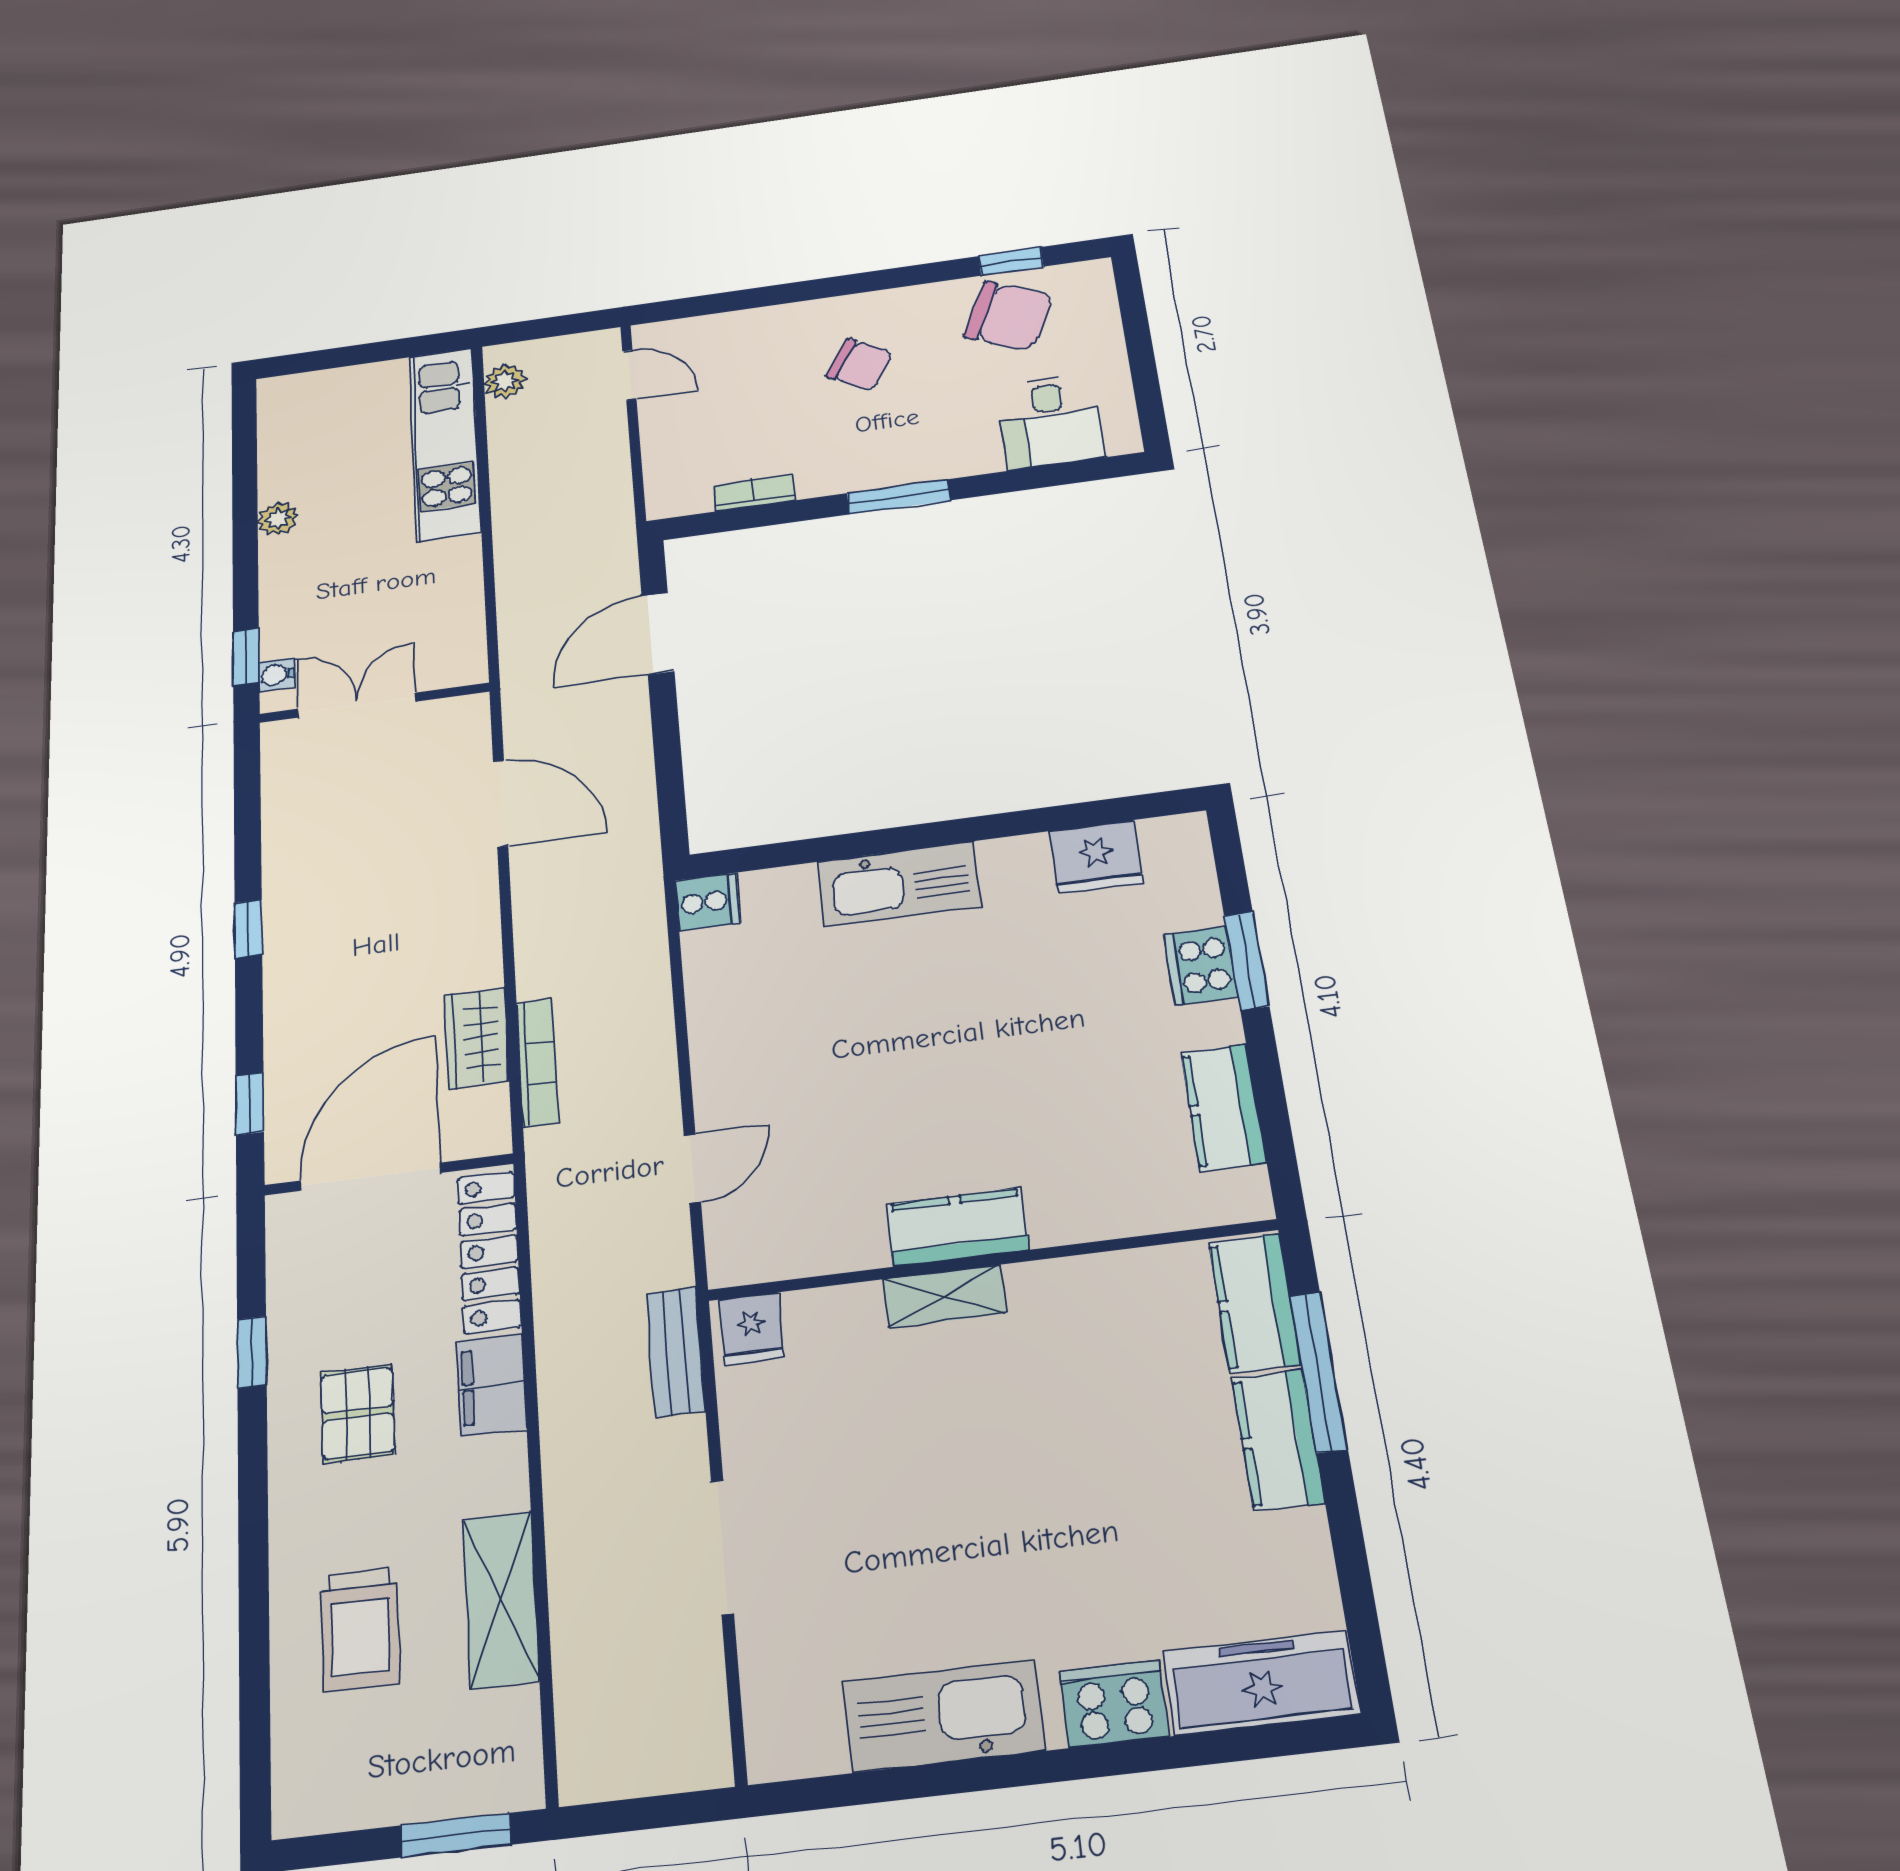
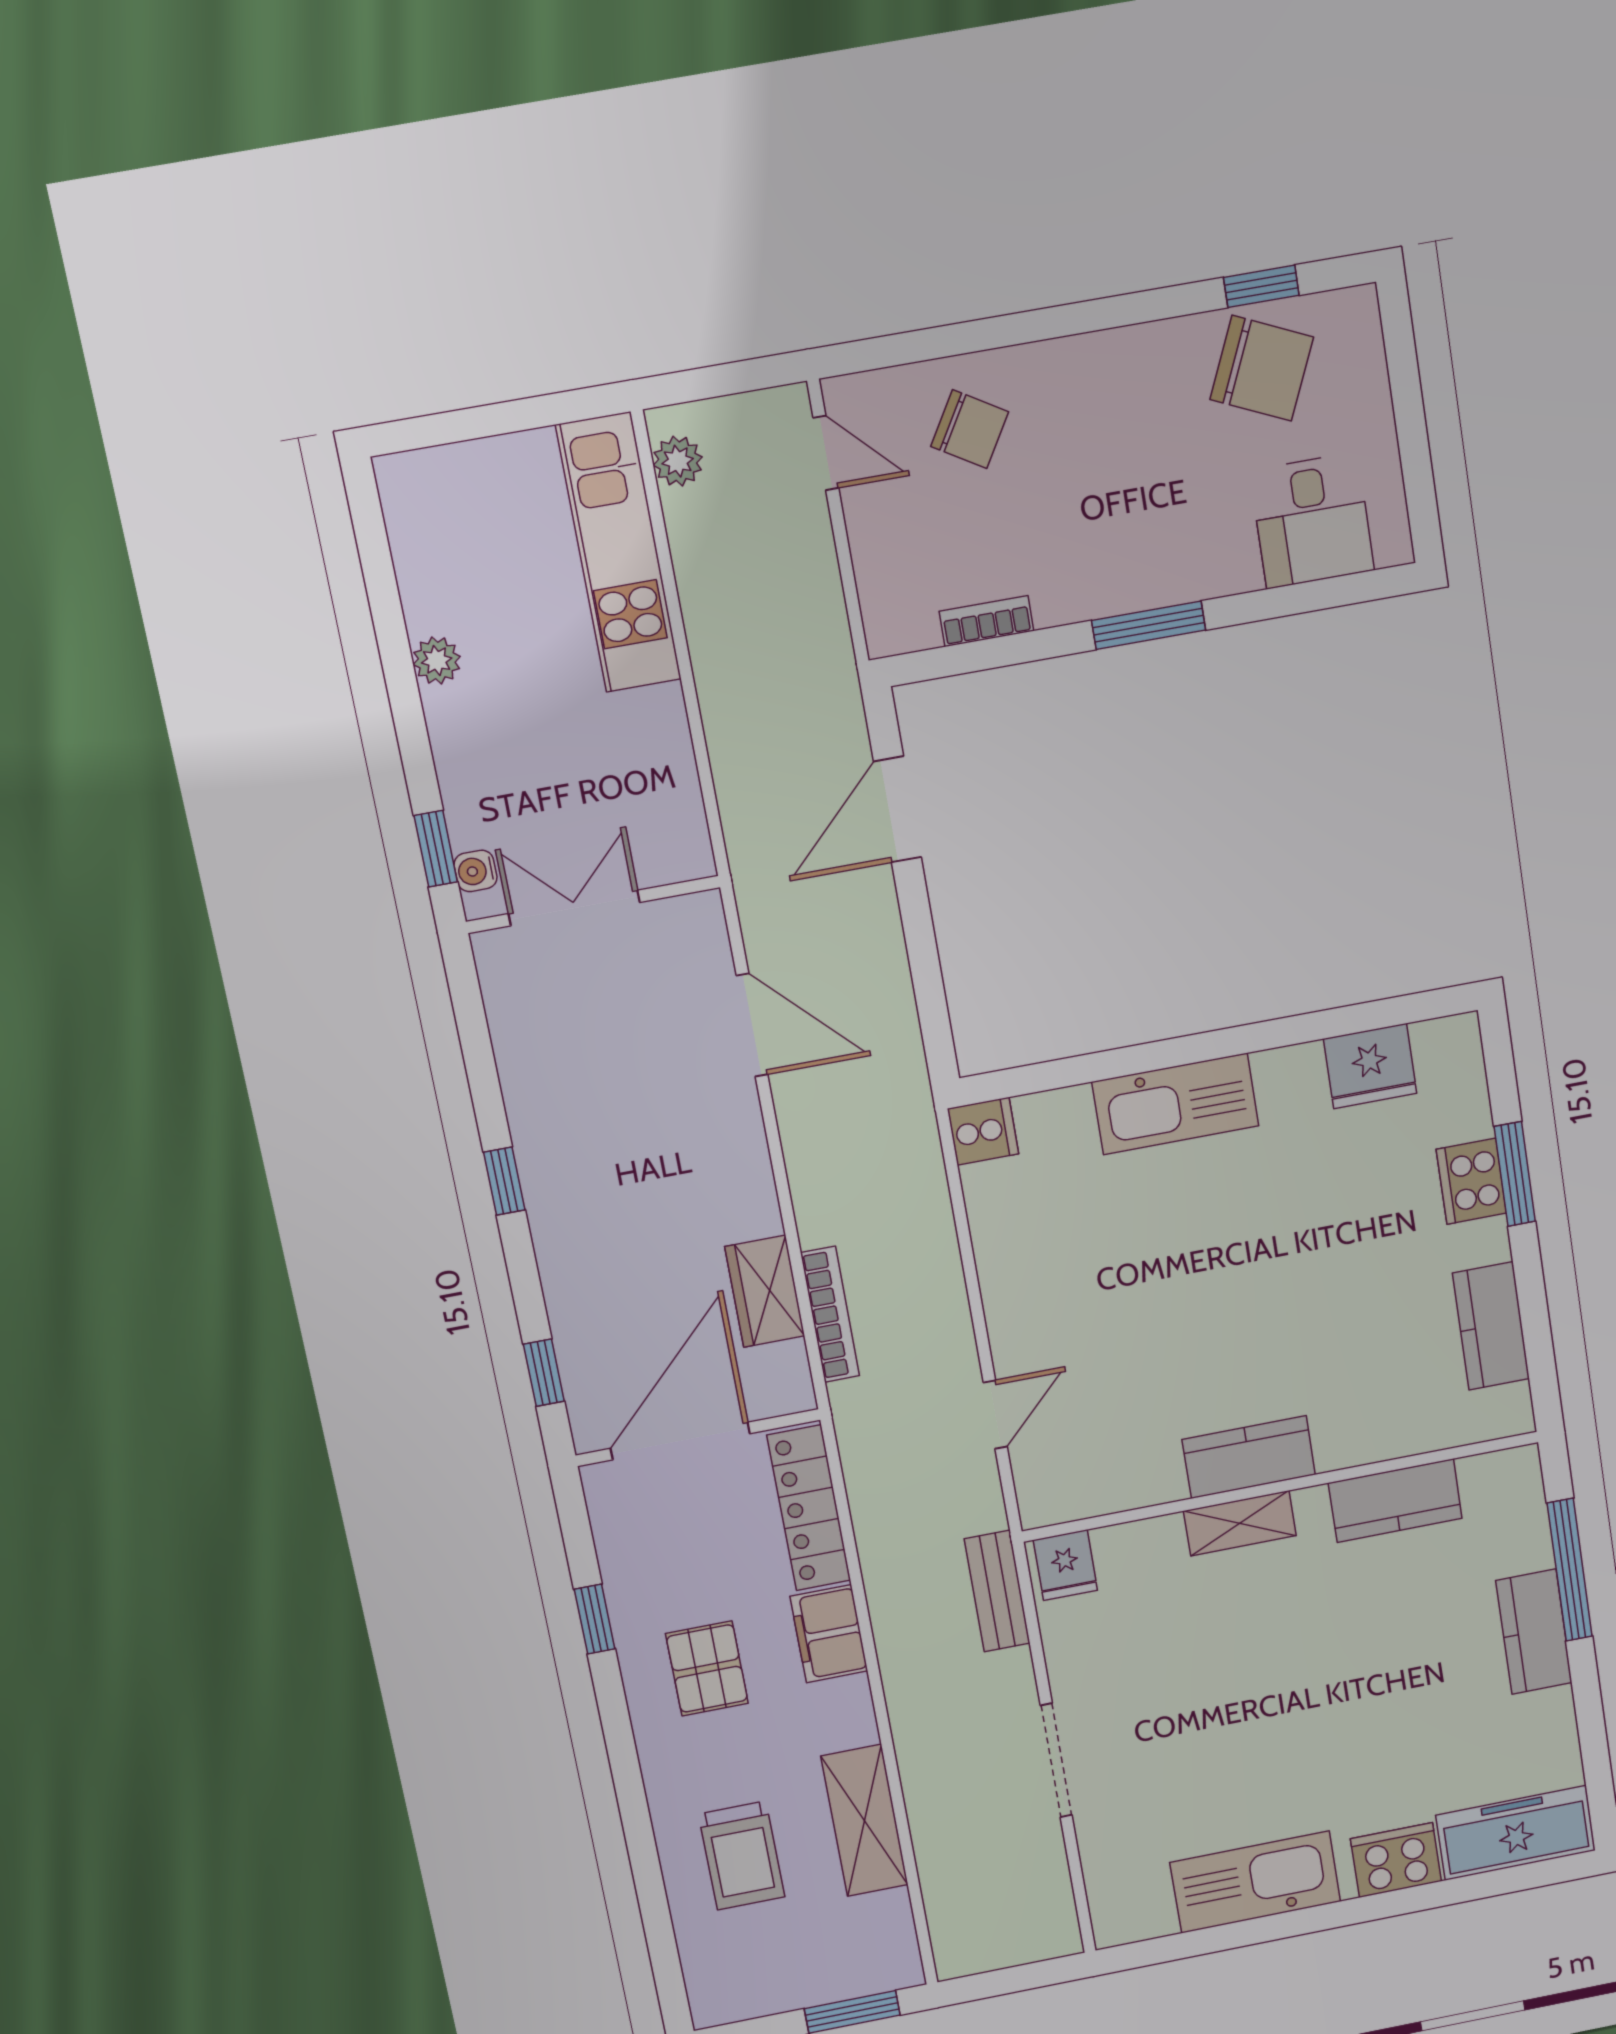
chair: (860, 365) -> (970, 429), moved
kitchen counter: (1255, 1303) -> (1395, 1501), moved, turned -90

